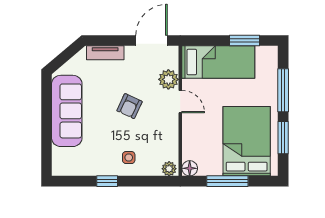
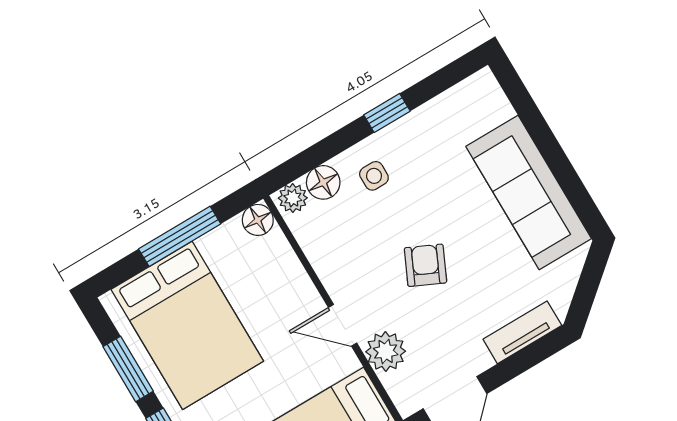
floor lamp: (152, 168) -> (323, 182), added

